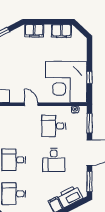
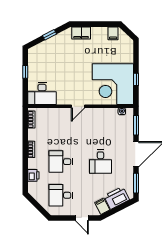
filing cabinet: (61, 31) -> (113, 33), width x0.50
door: (31, 104) -> (78, 106), swing flipped
desk: (54, 126) -> (100, 128), removed

